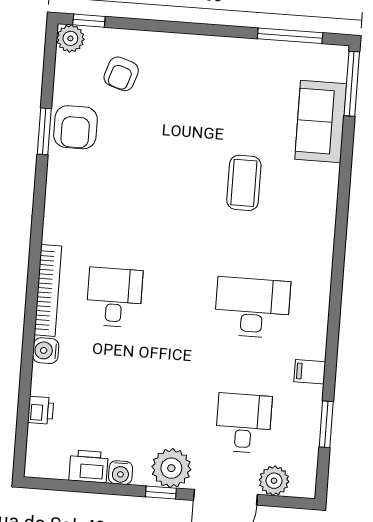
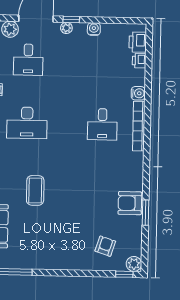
armchair: (76, 127) -> (130, 203), moved, turned -90
printer: (89, 466) -> (138, 42), moved, turned 90
plant: (171, 468) -> (66, 28), width x0.53, depth x0.53

